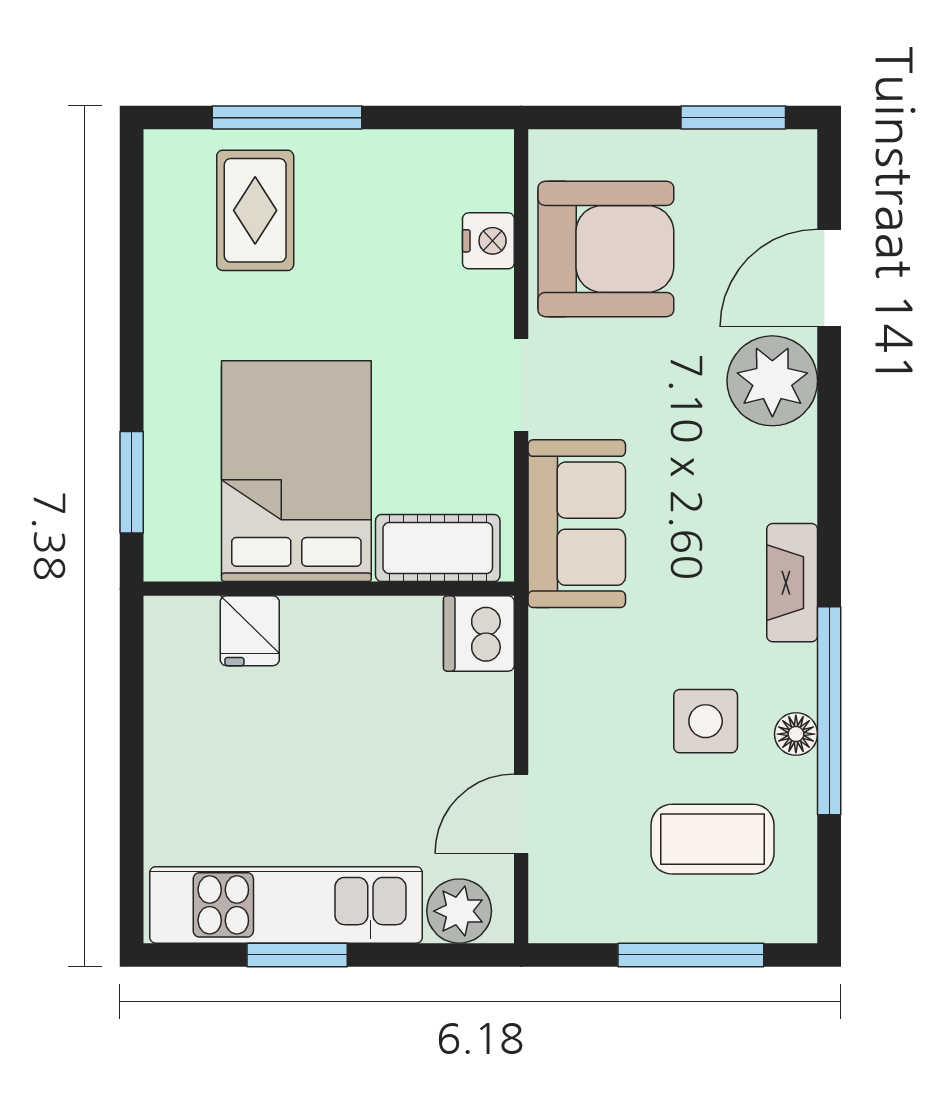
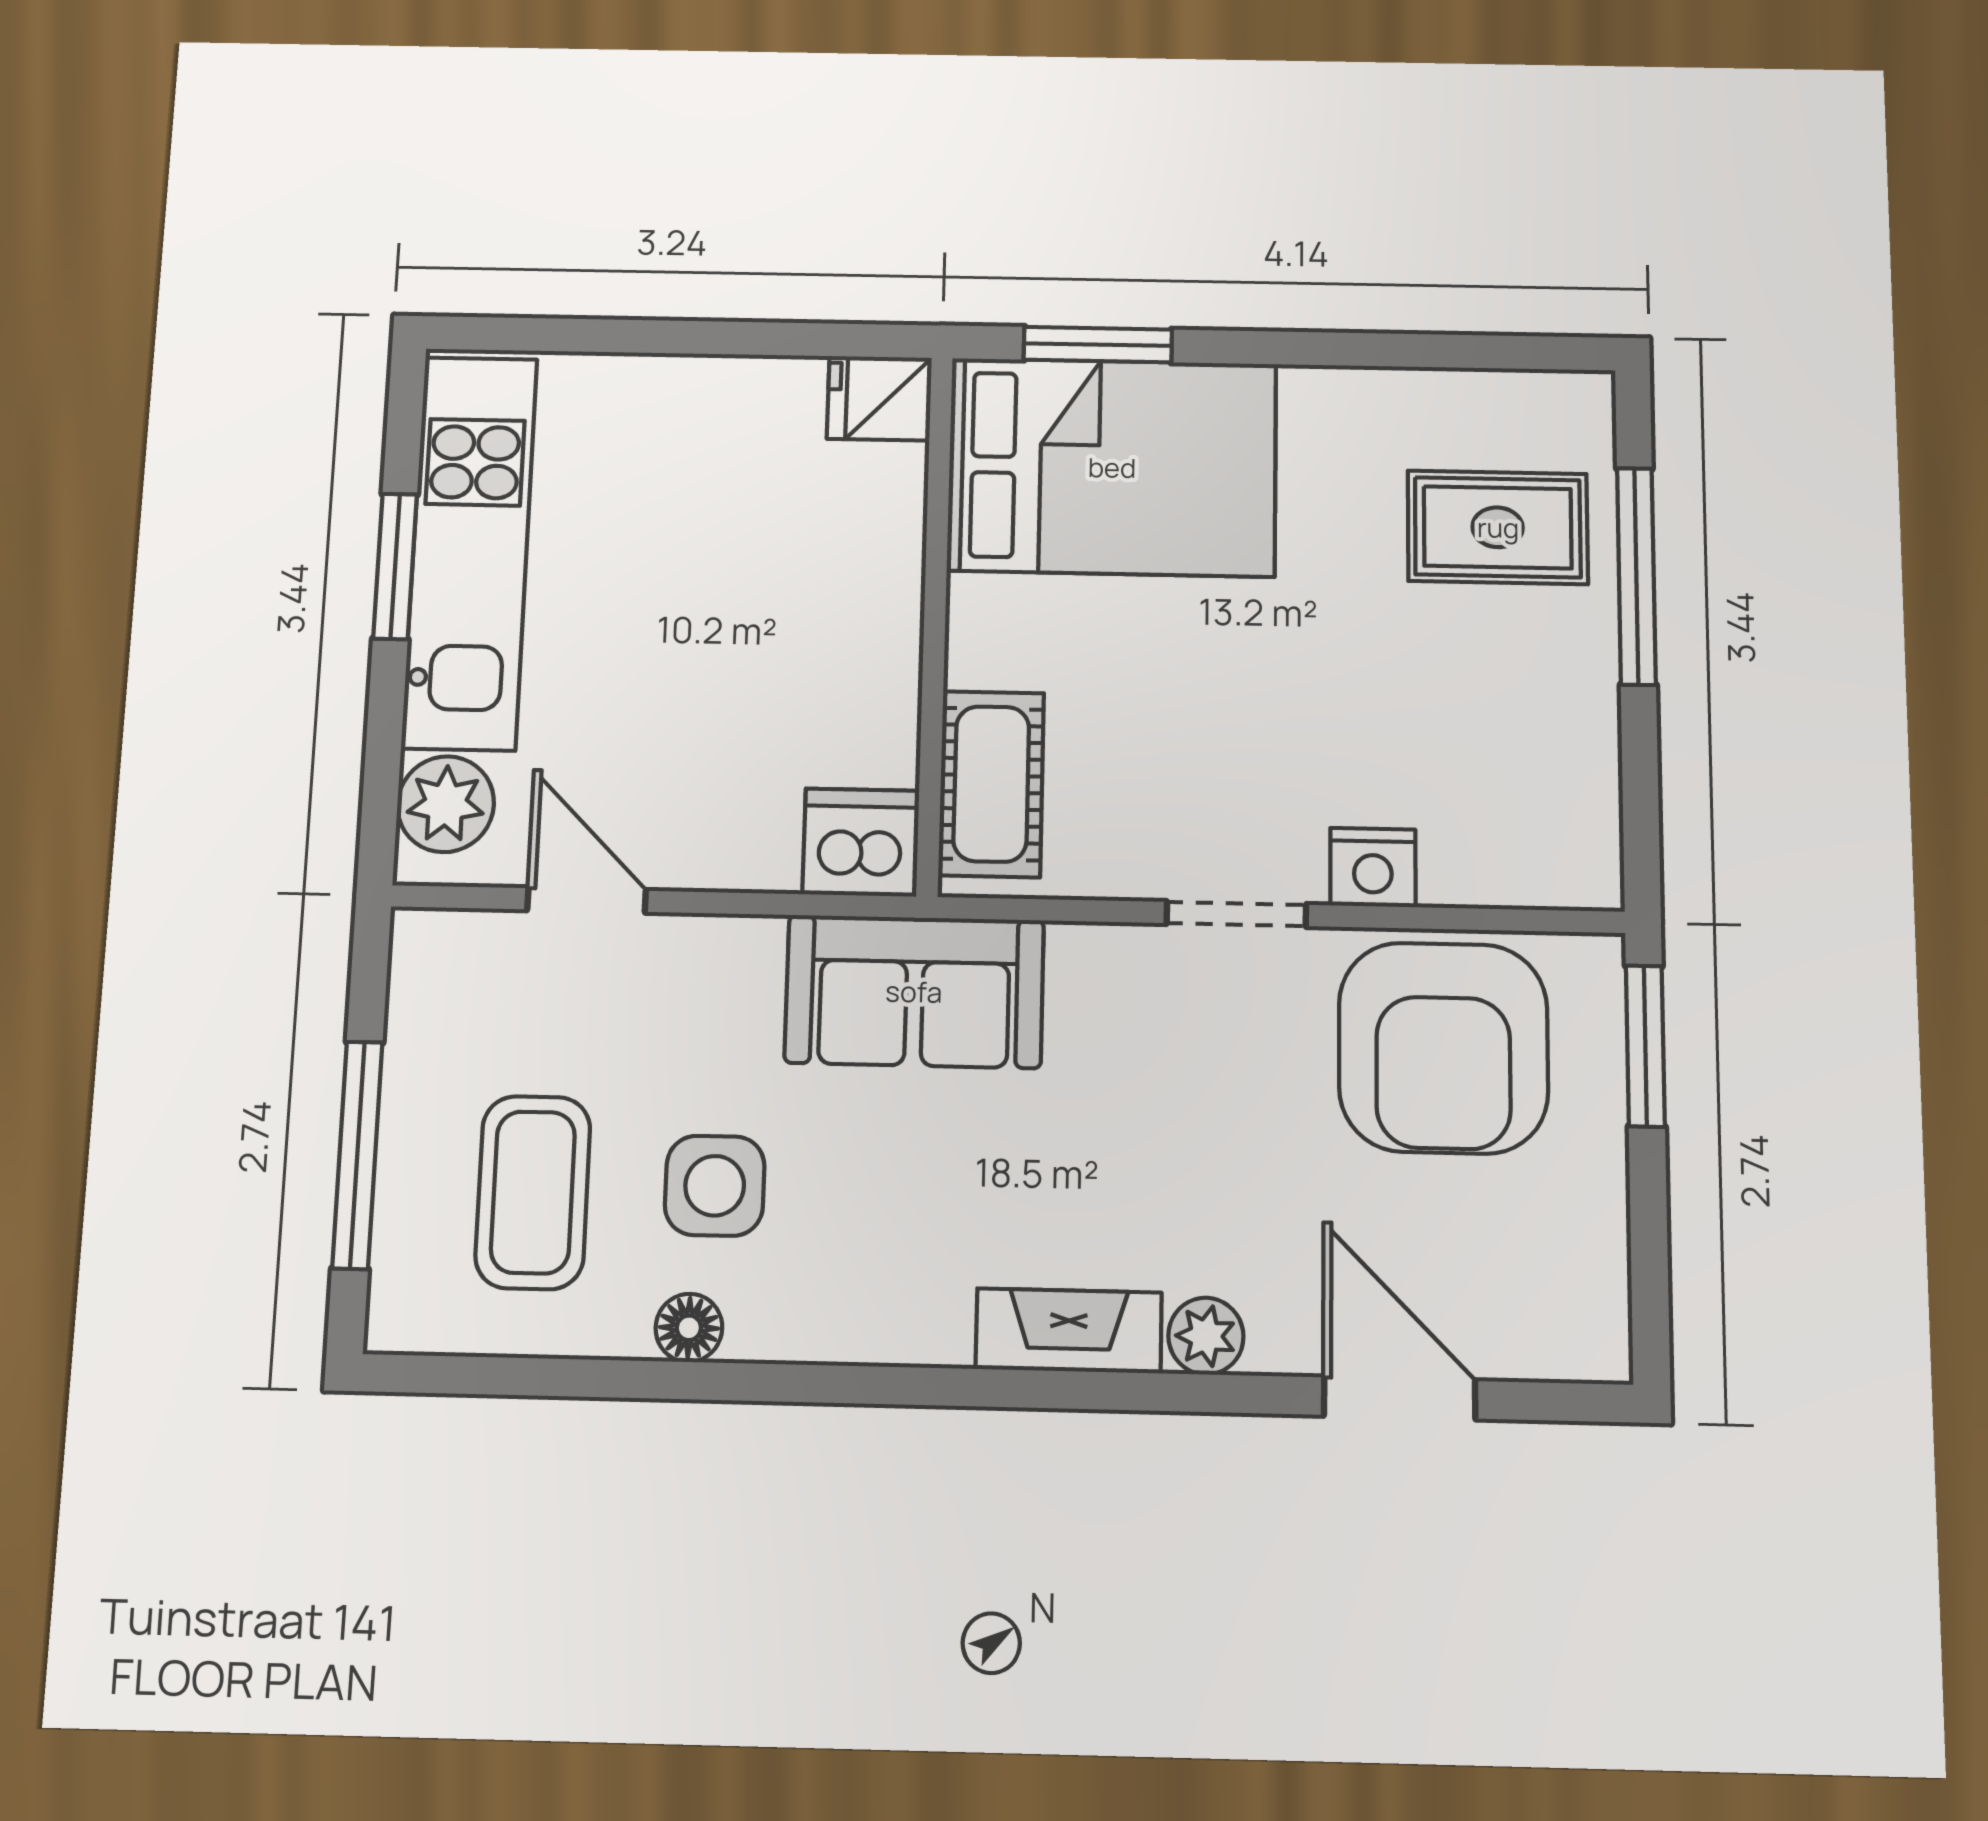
window: (733, 118) -> (1645, 1046), moved
nightstand: (488, 241) -> (1373, 868), moved
plant: (772, 381) -> (1206, 1336), width x0.53, depth x0.53
bed: (296, 471) -> (1112, 467), moved
sofa: (577, 524) -> (914, 991), moved
fireplace: (792, 583) -> (1069, 1331), moved
fridge: (250, 631) -> (879, 398), moved
window: (829, 711) -> (723, 1382), removed

